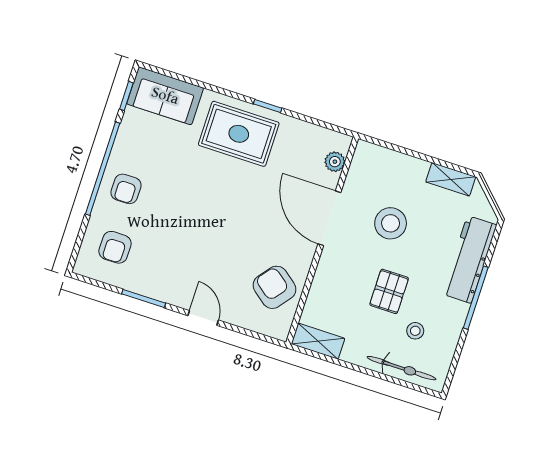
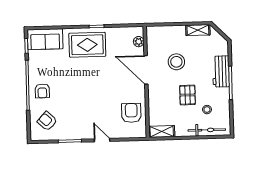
armchair: (115, 247) -> (47, 121), turned 133
workbench: (469, 259) -> (221, 71), width x0.73
armchair: (275, 287) -> (131, 113), turned 52

